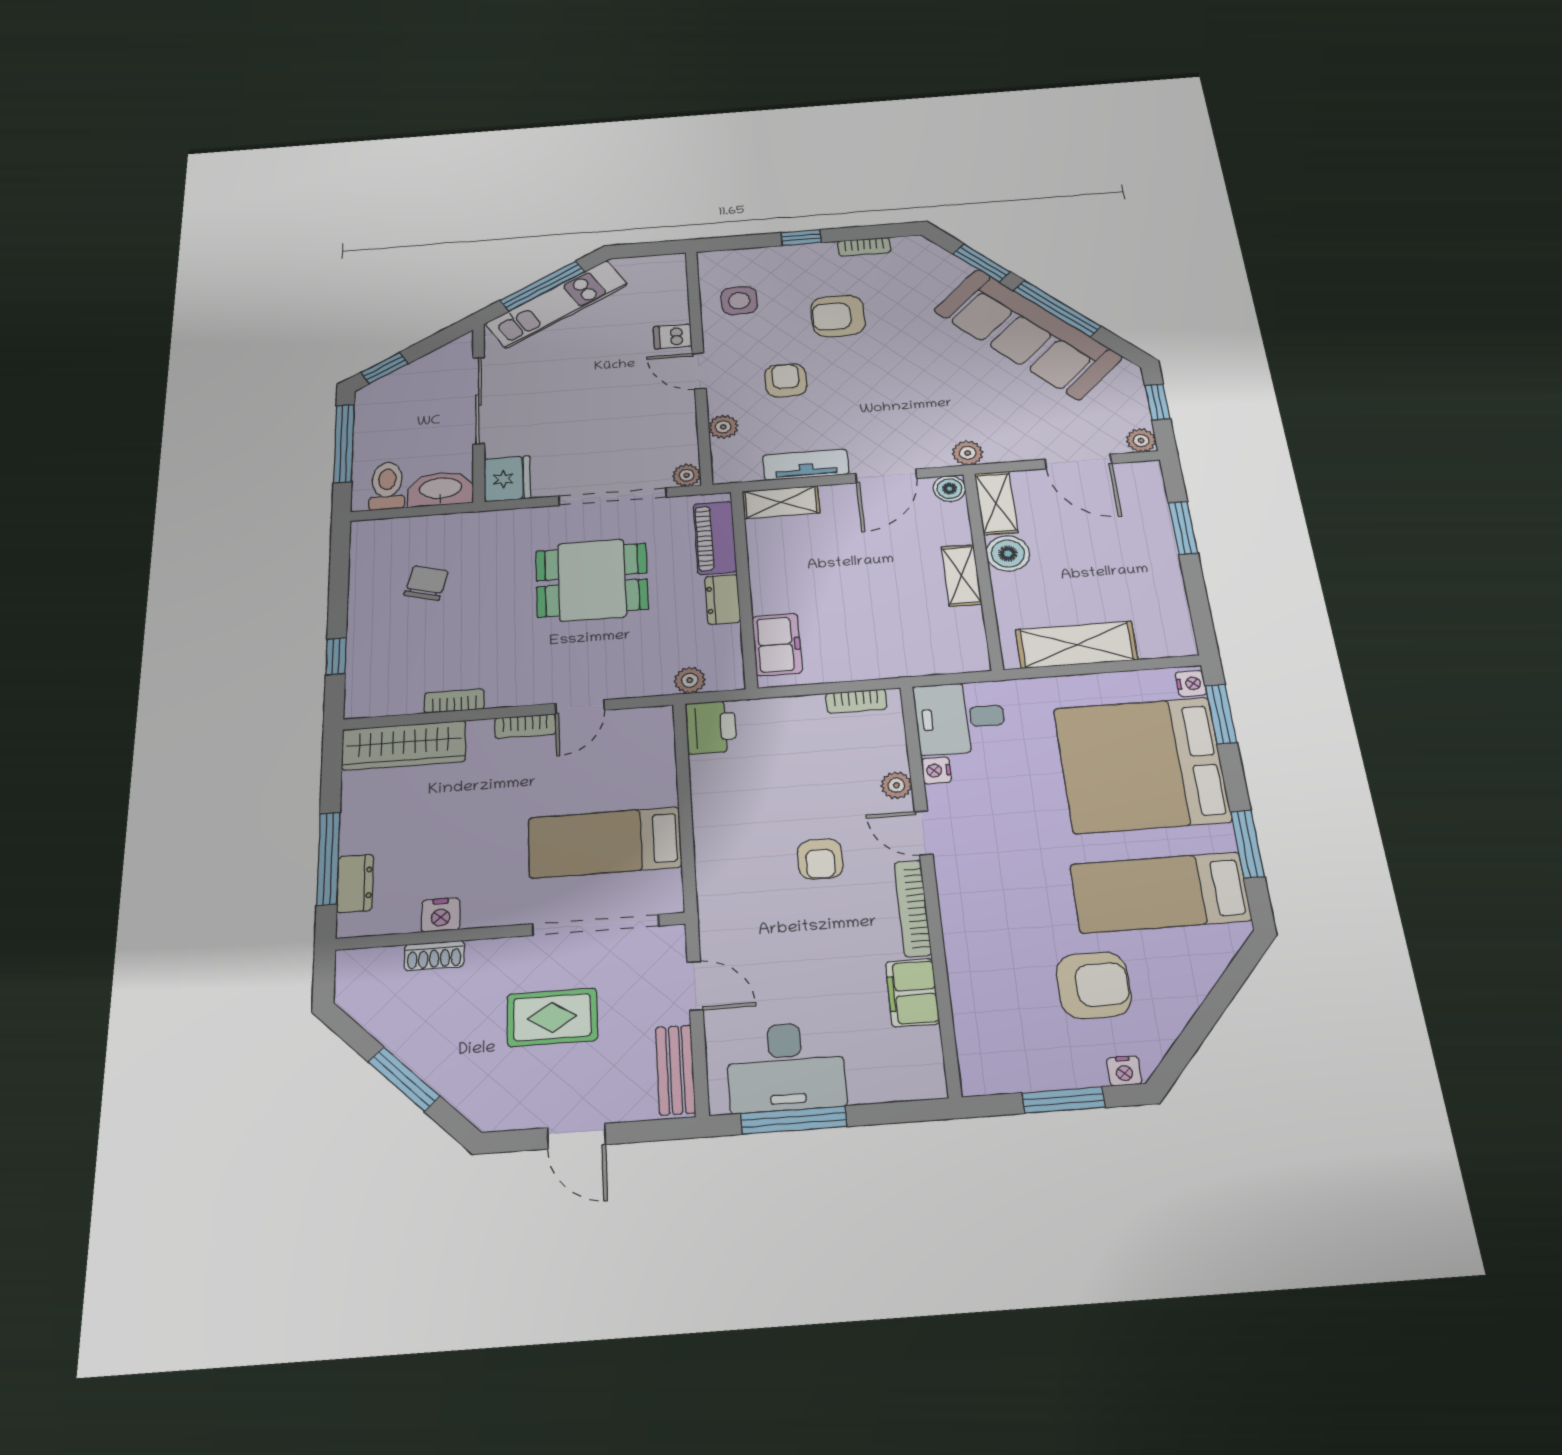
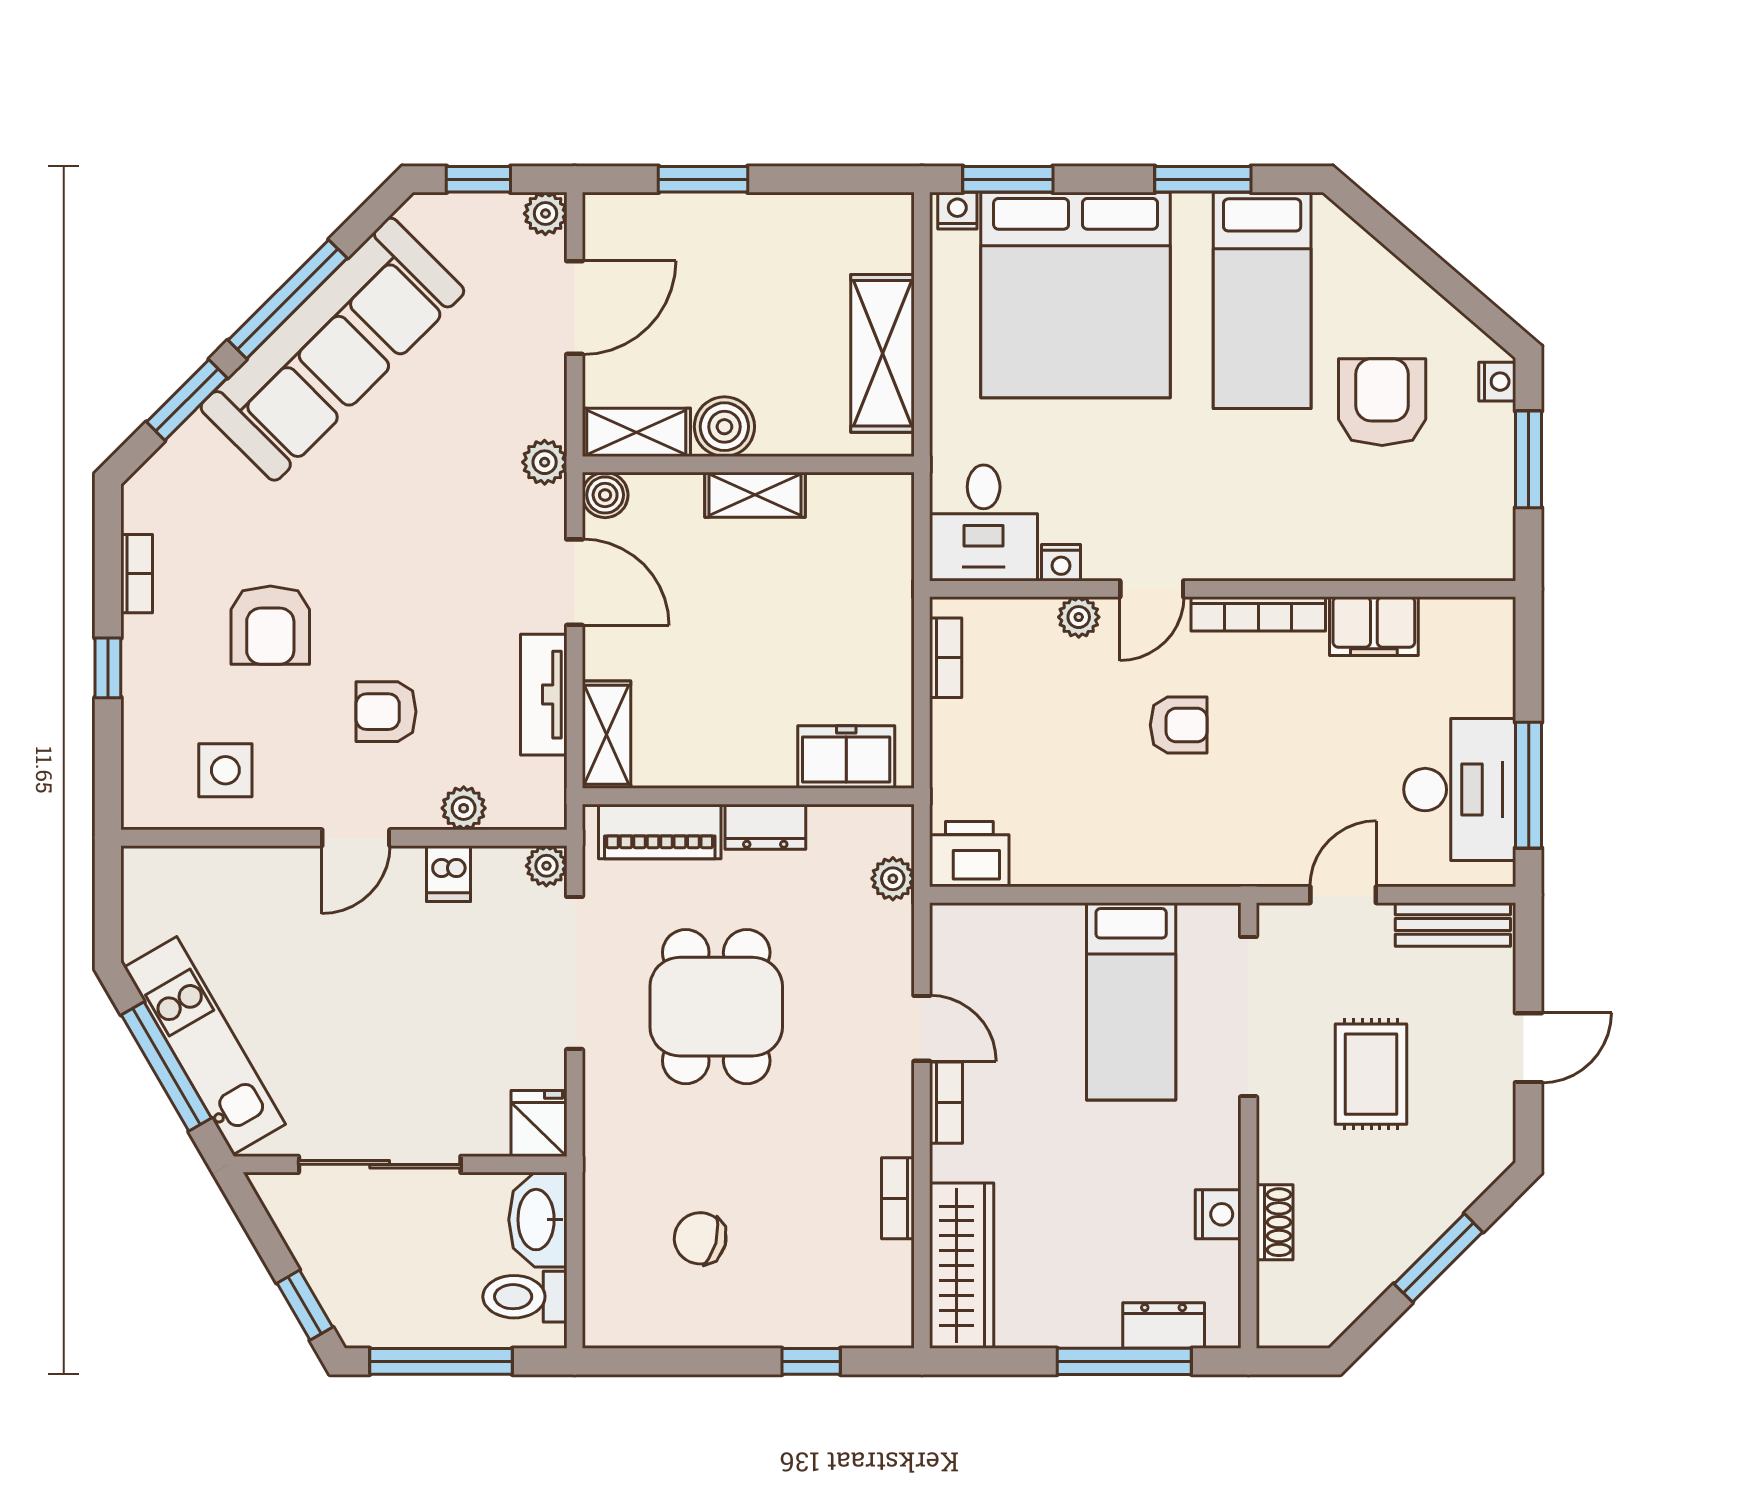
dishwasher: (673, 336) -> (448, 874), moved
fridge: (507, 479) -> (539, 1123), width x0.72

